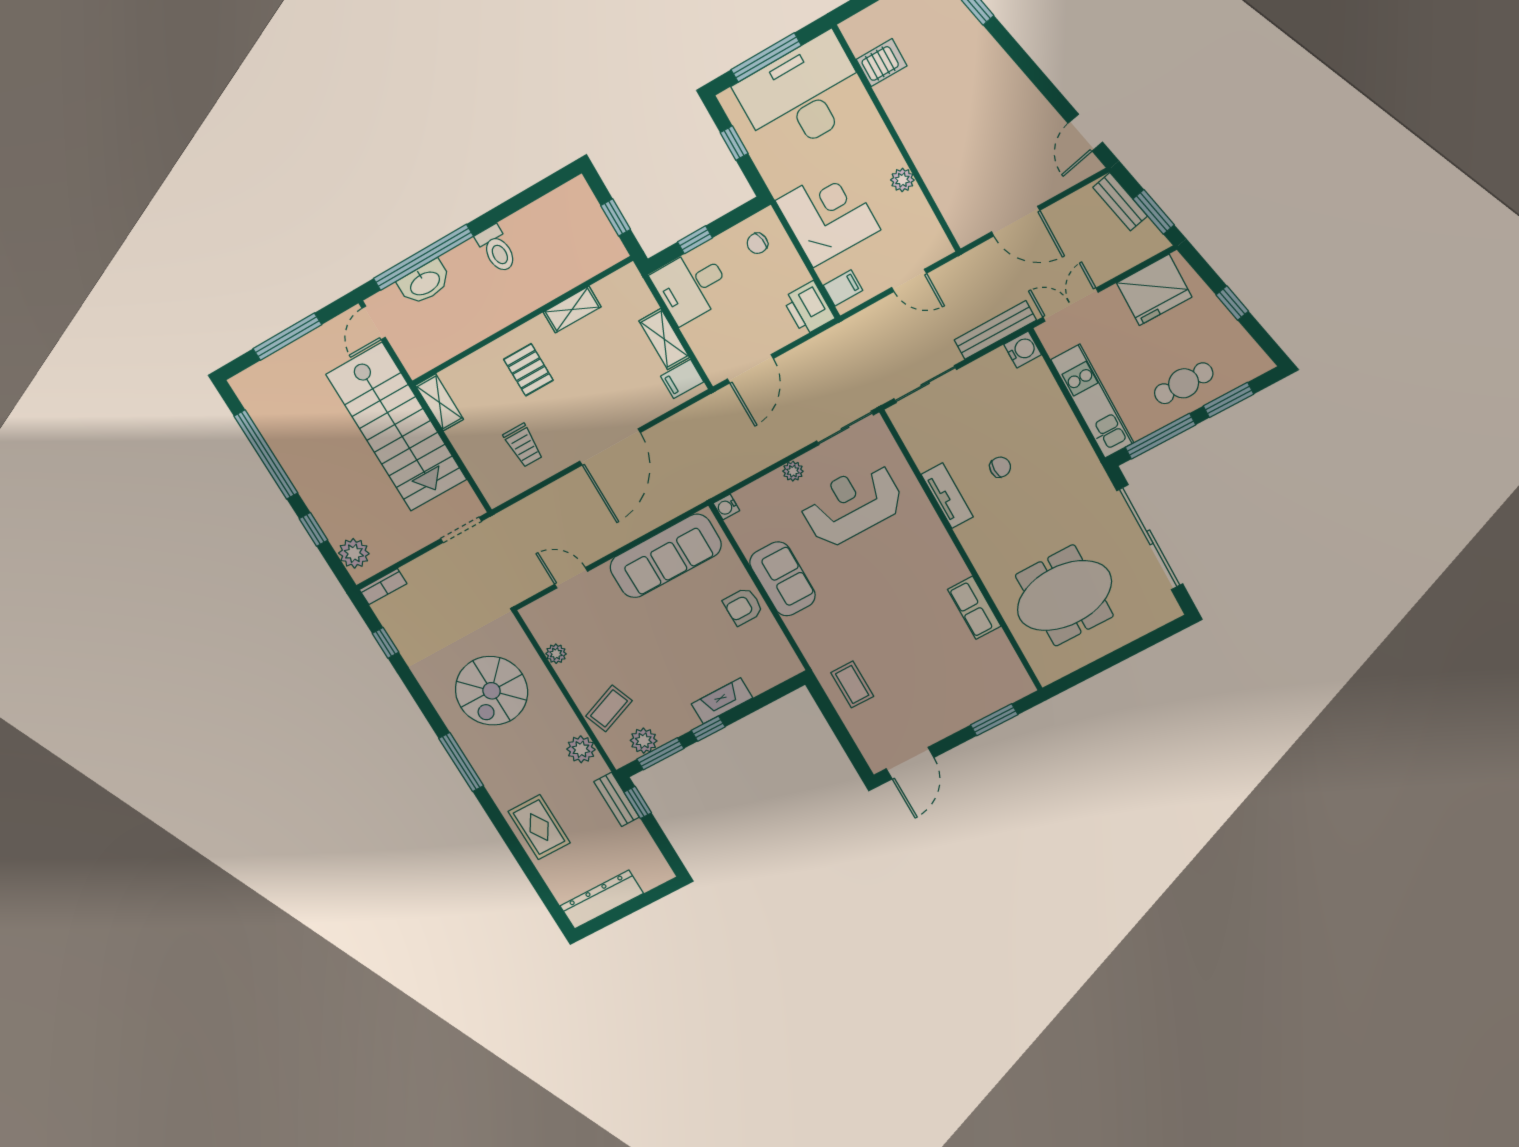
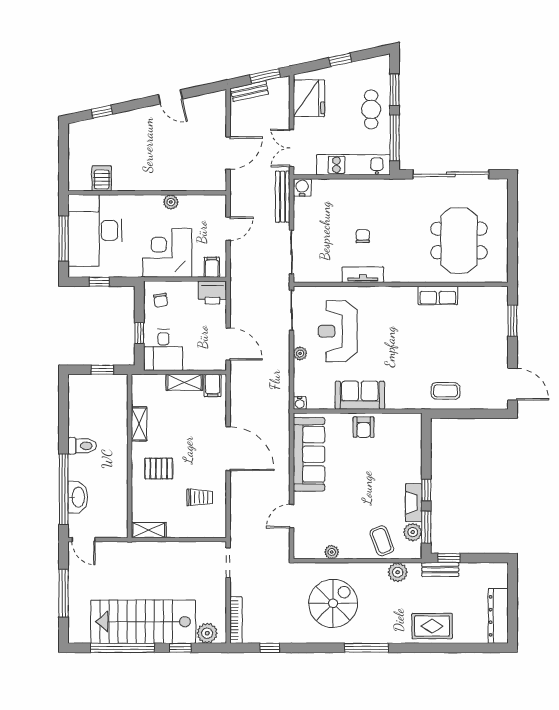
door: (1085, 133) -> (170, 97), moved
stairs: (397, 427) -> (143, 622), moved, turned 180
bookcase: (383, 587) -> (236, 620), width x1.56
spiral stairs: (492, 691) -> (333, 603), turned -90
fireplace: (722, 701) -> (414, 503), moved

